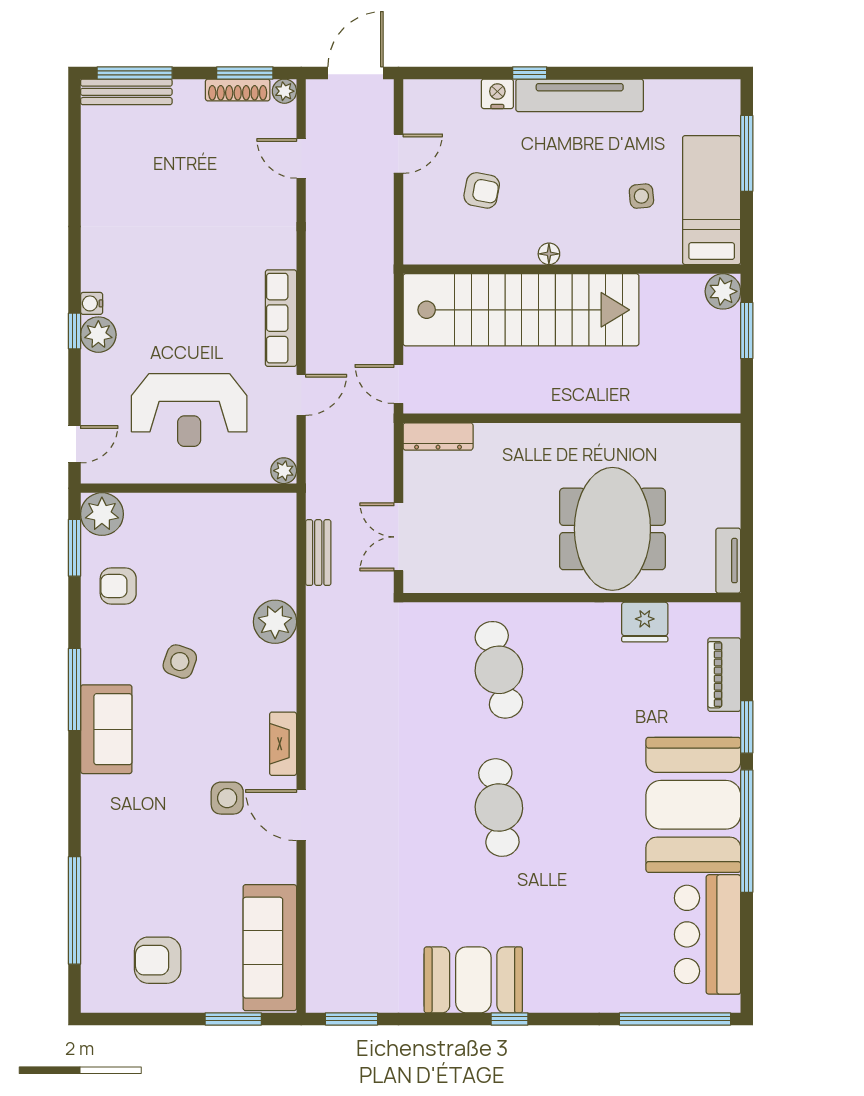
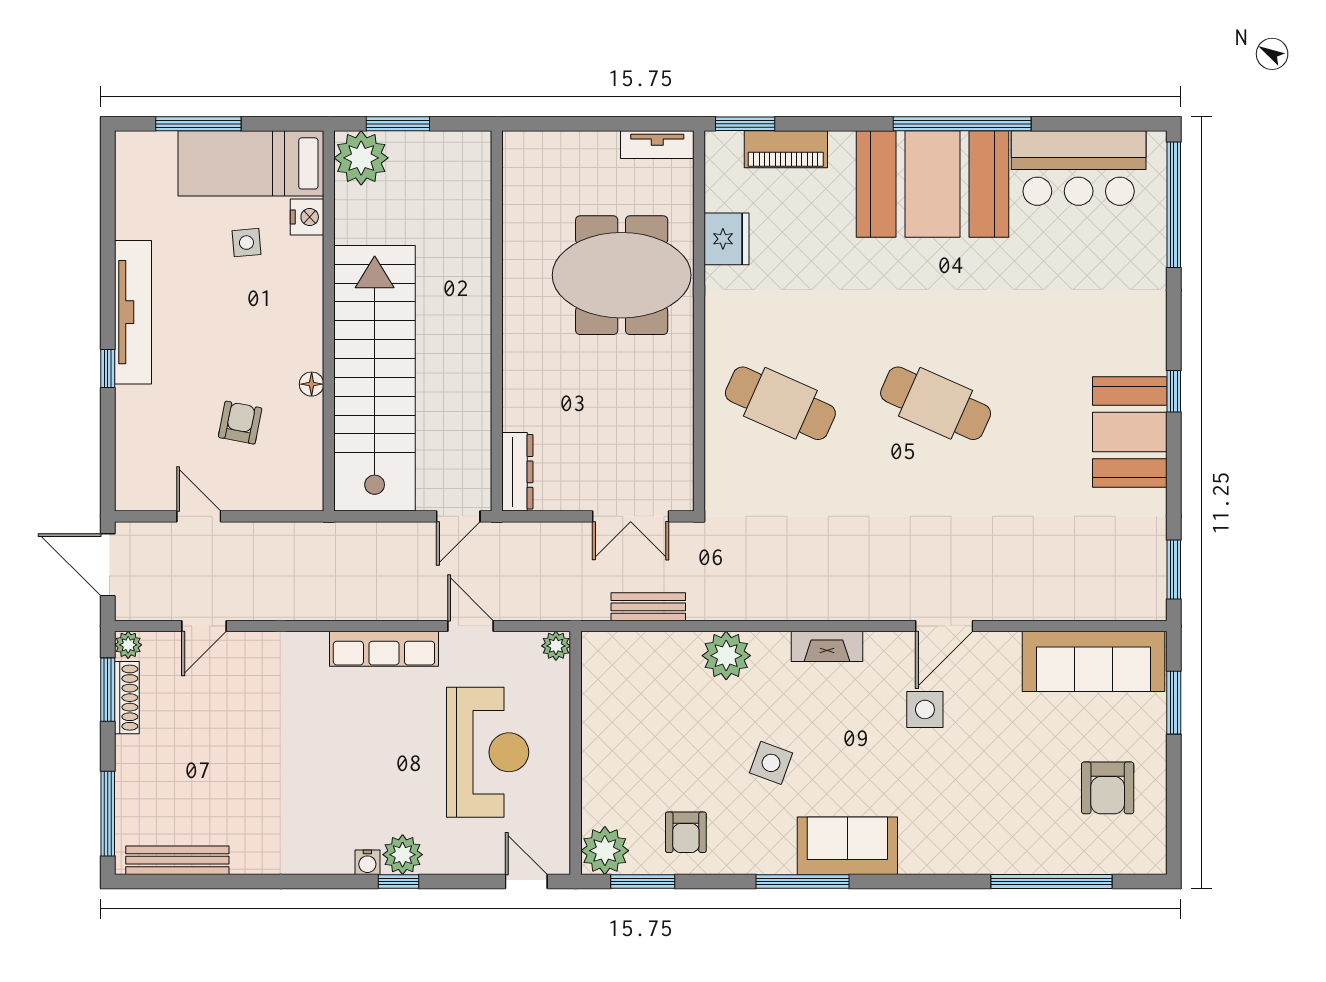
bench: (126, 92) -> (177, 860), moved, turned 90
nightstand: (497, 94) -> (307, 217), moved, turned 180
floor lamp: (549, 254) -> (312, 384), moved
plant: (723, 291) -> (361, 158), width x1.36, depth x1.36
cafe table: (499, 670) -> (780, 403), turned 36
window: (747, 727) -> (745, 124), moved
fireplace: (283, 744) -> (827, 646), moved
cafe table: (499, 808) -> (936, 403), turned 30

